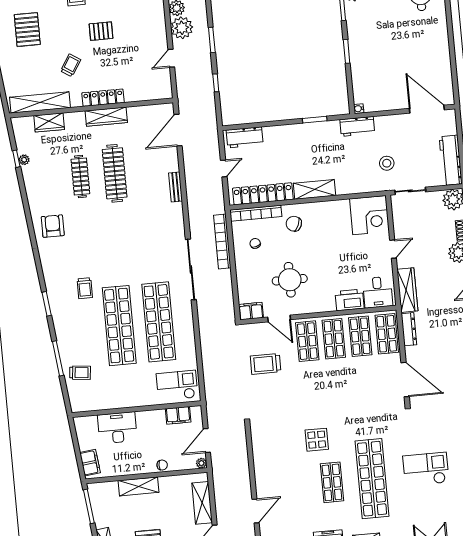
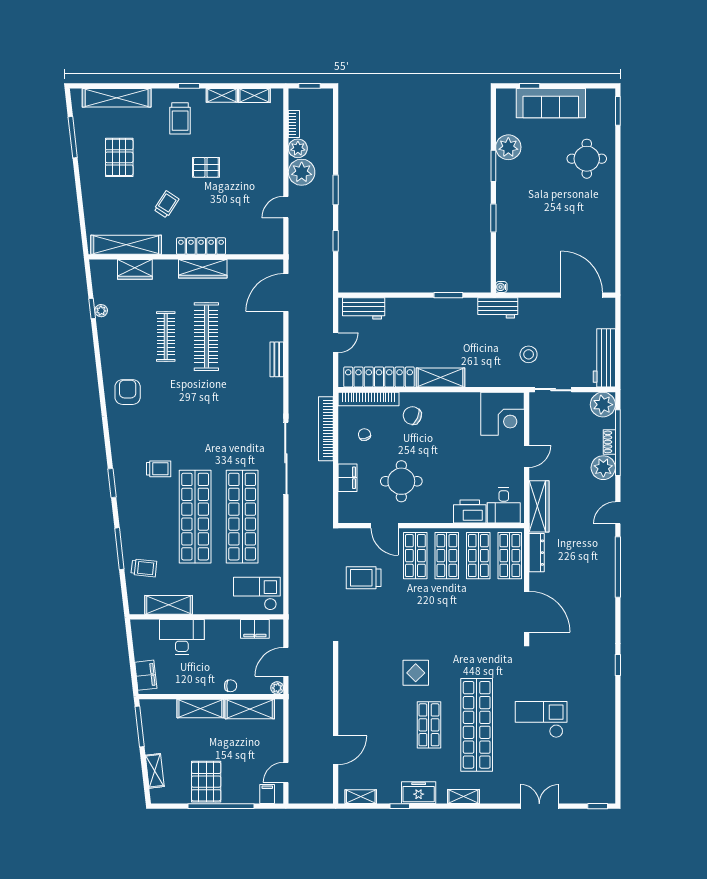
trolley: (85, 288) -> (159, 469), turned -90
filing cabinet: (251, 311) -> (347, 478), moved, turned 90
shelving: (104, 402) -> (169, 605), added
shelving: (202, 503) -> (250, 709), moved, turned 90

